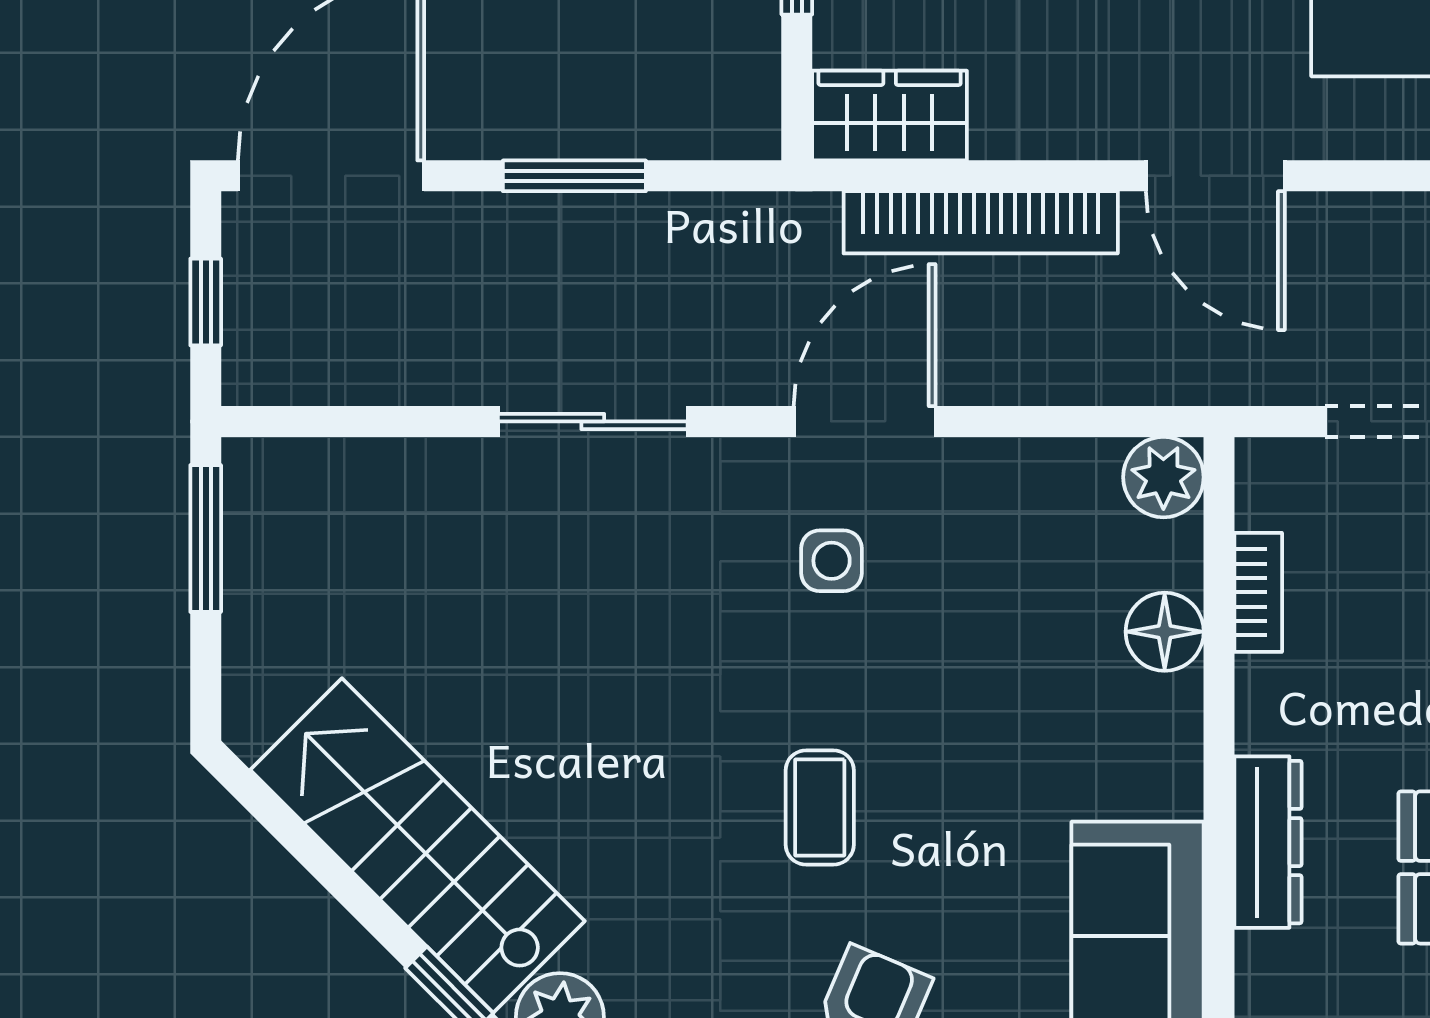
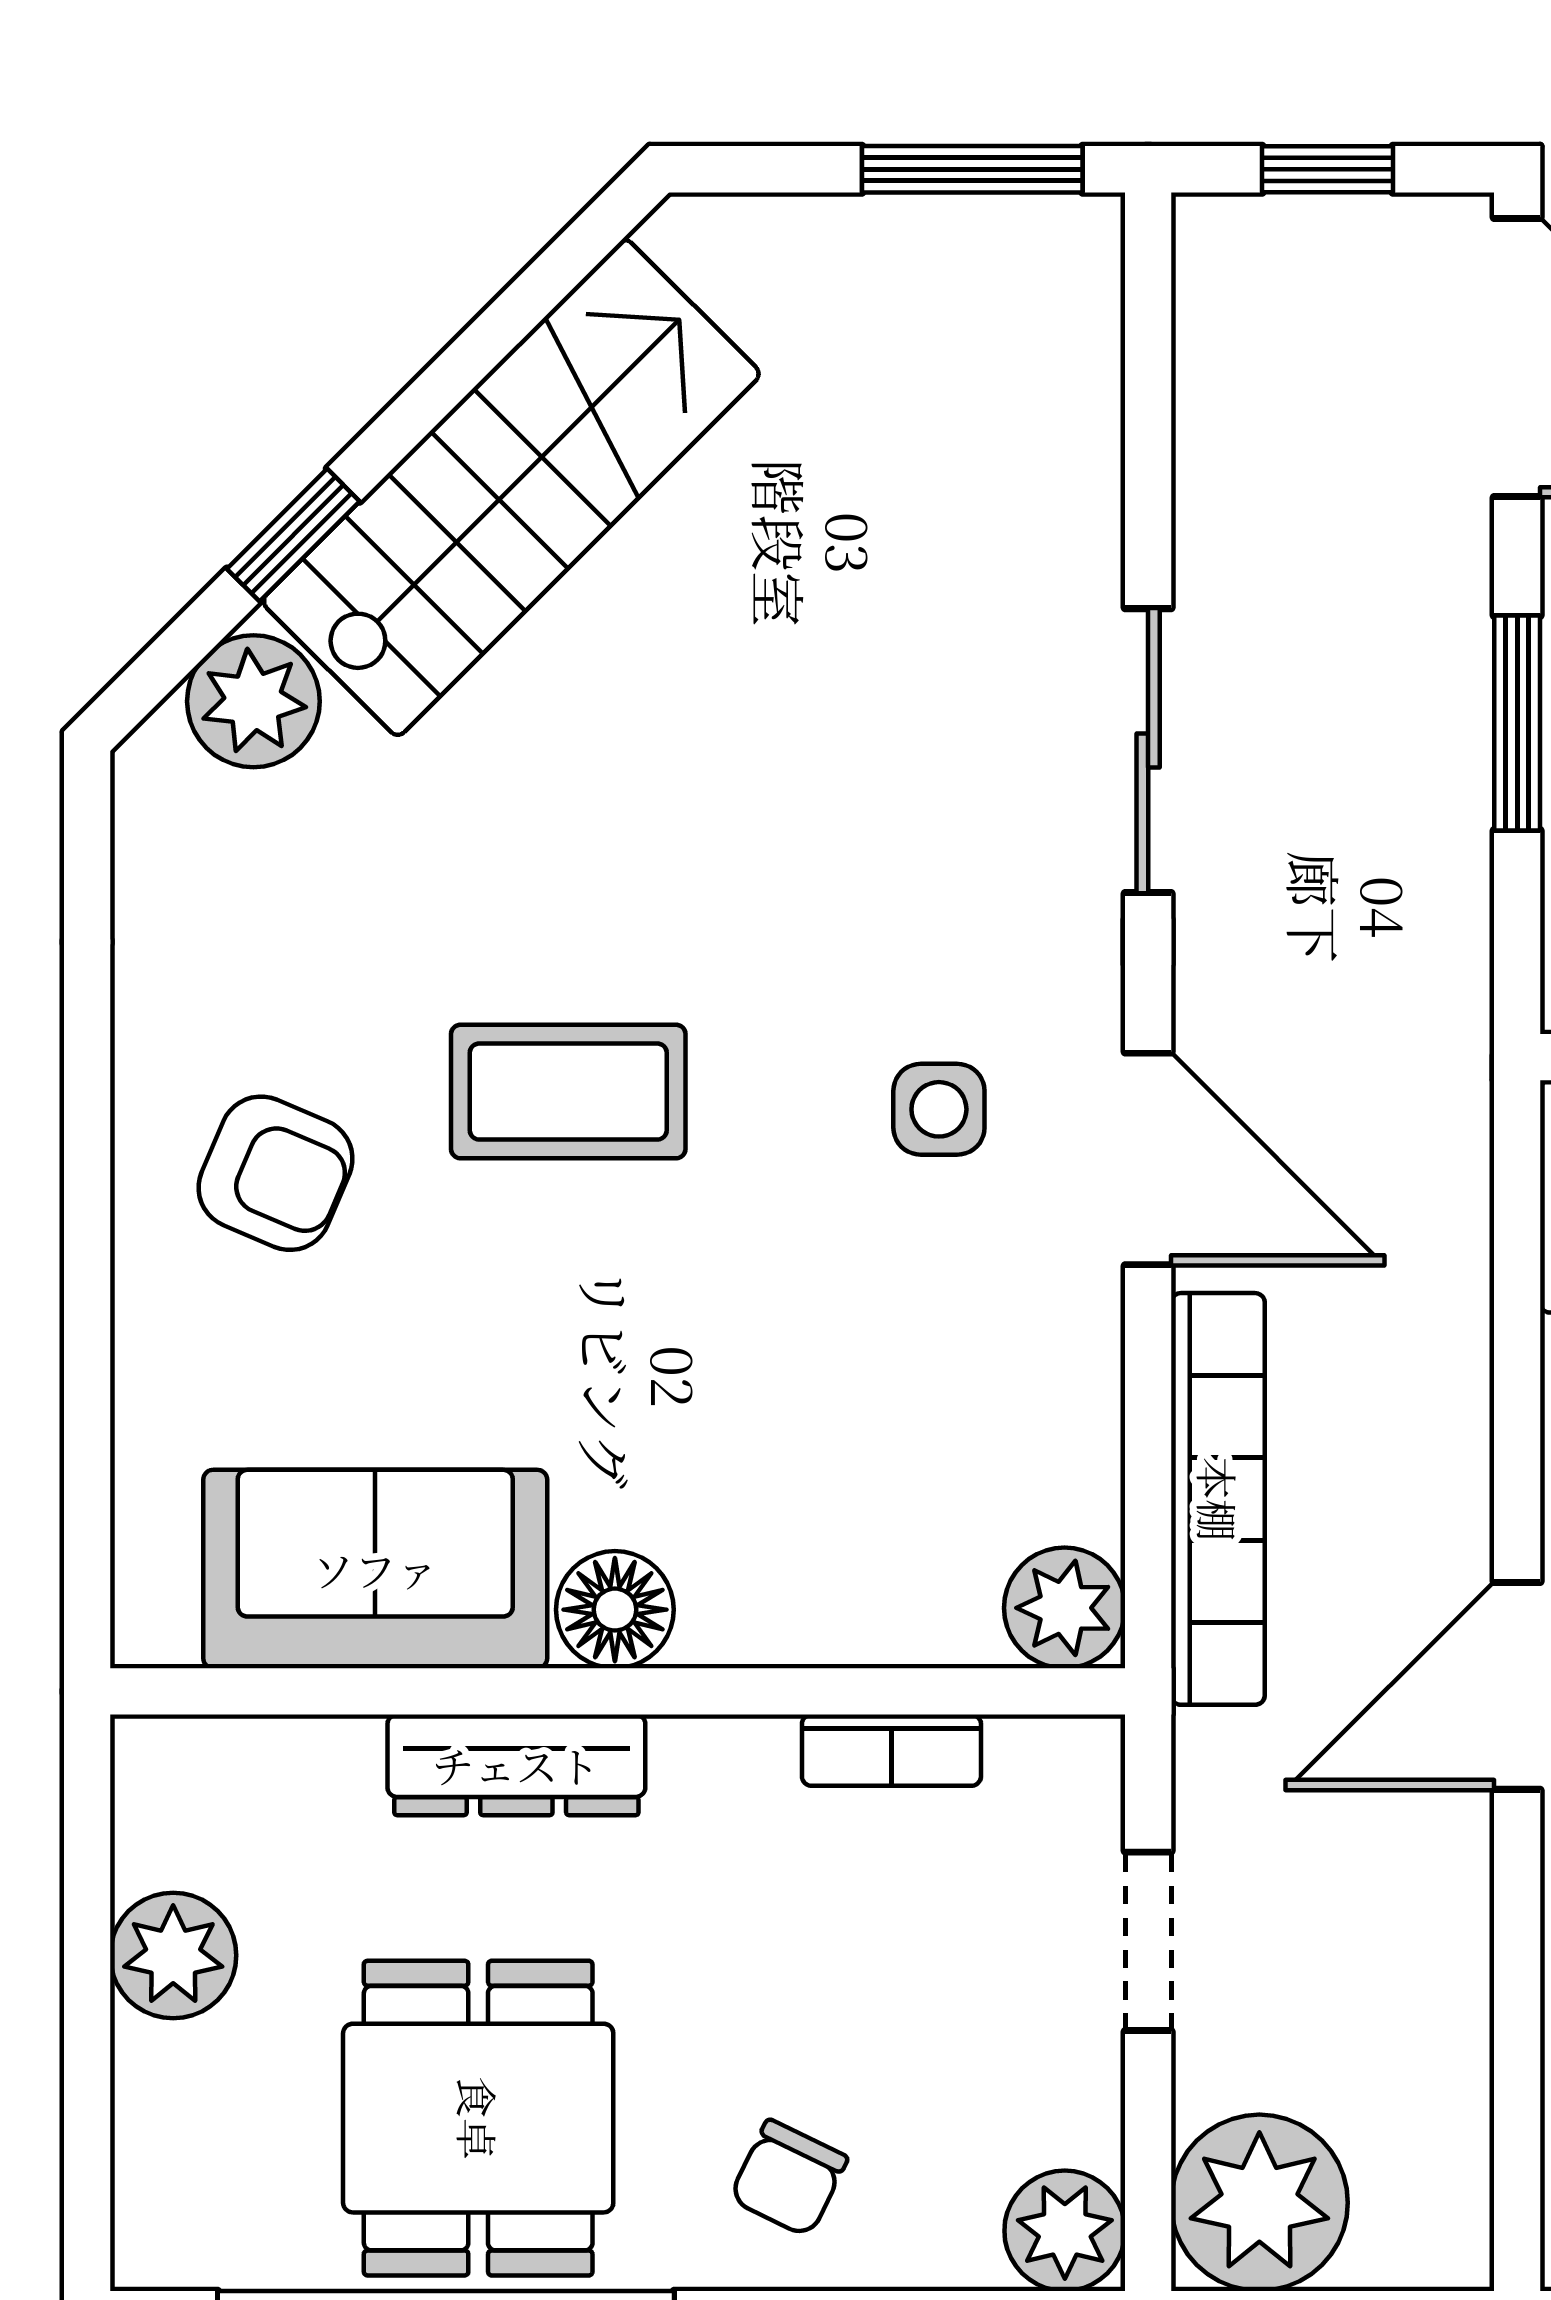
bookcase: (981, 222) -> (1218, 1499), moved, turned 180
floor lamp: (1165, 632) -> (615, 1610), moved
coffee table: (820, 807) -> (568, 1092), width x1.36, depth x1.30

